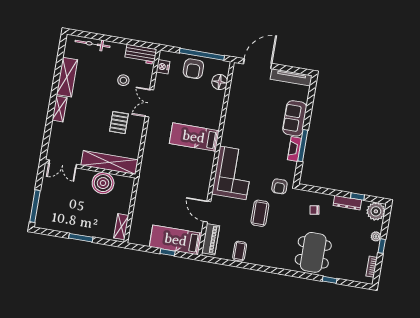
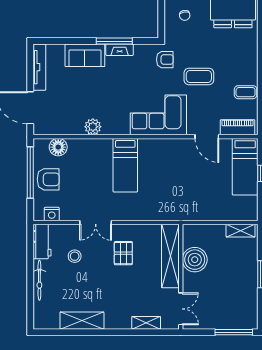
bicycle: (93, 44) -> (39, 280), moved
shelving: (60, 109) -> (146, 323), moved
plant: (232, 115) -> (93, 127), added
pallet: (119, 123) -> (123, 253), turned 90
door: (207, 211) -> (207, 137), hinge flipped

